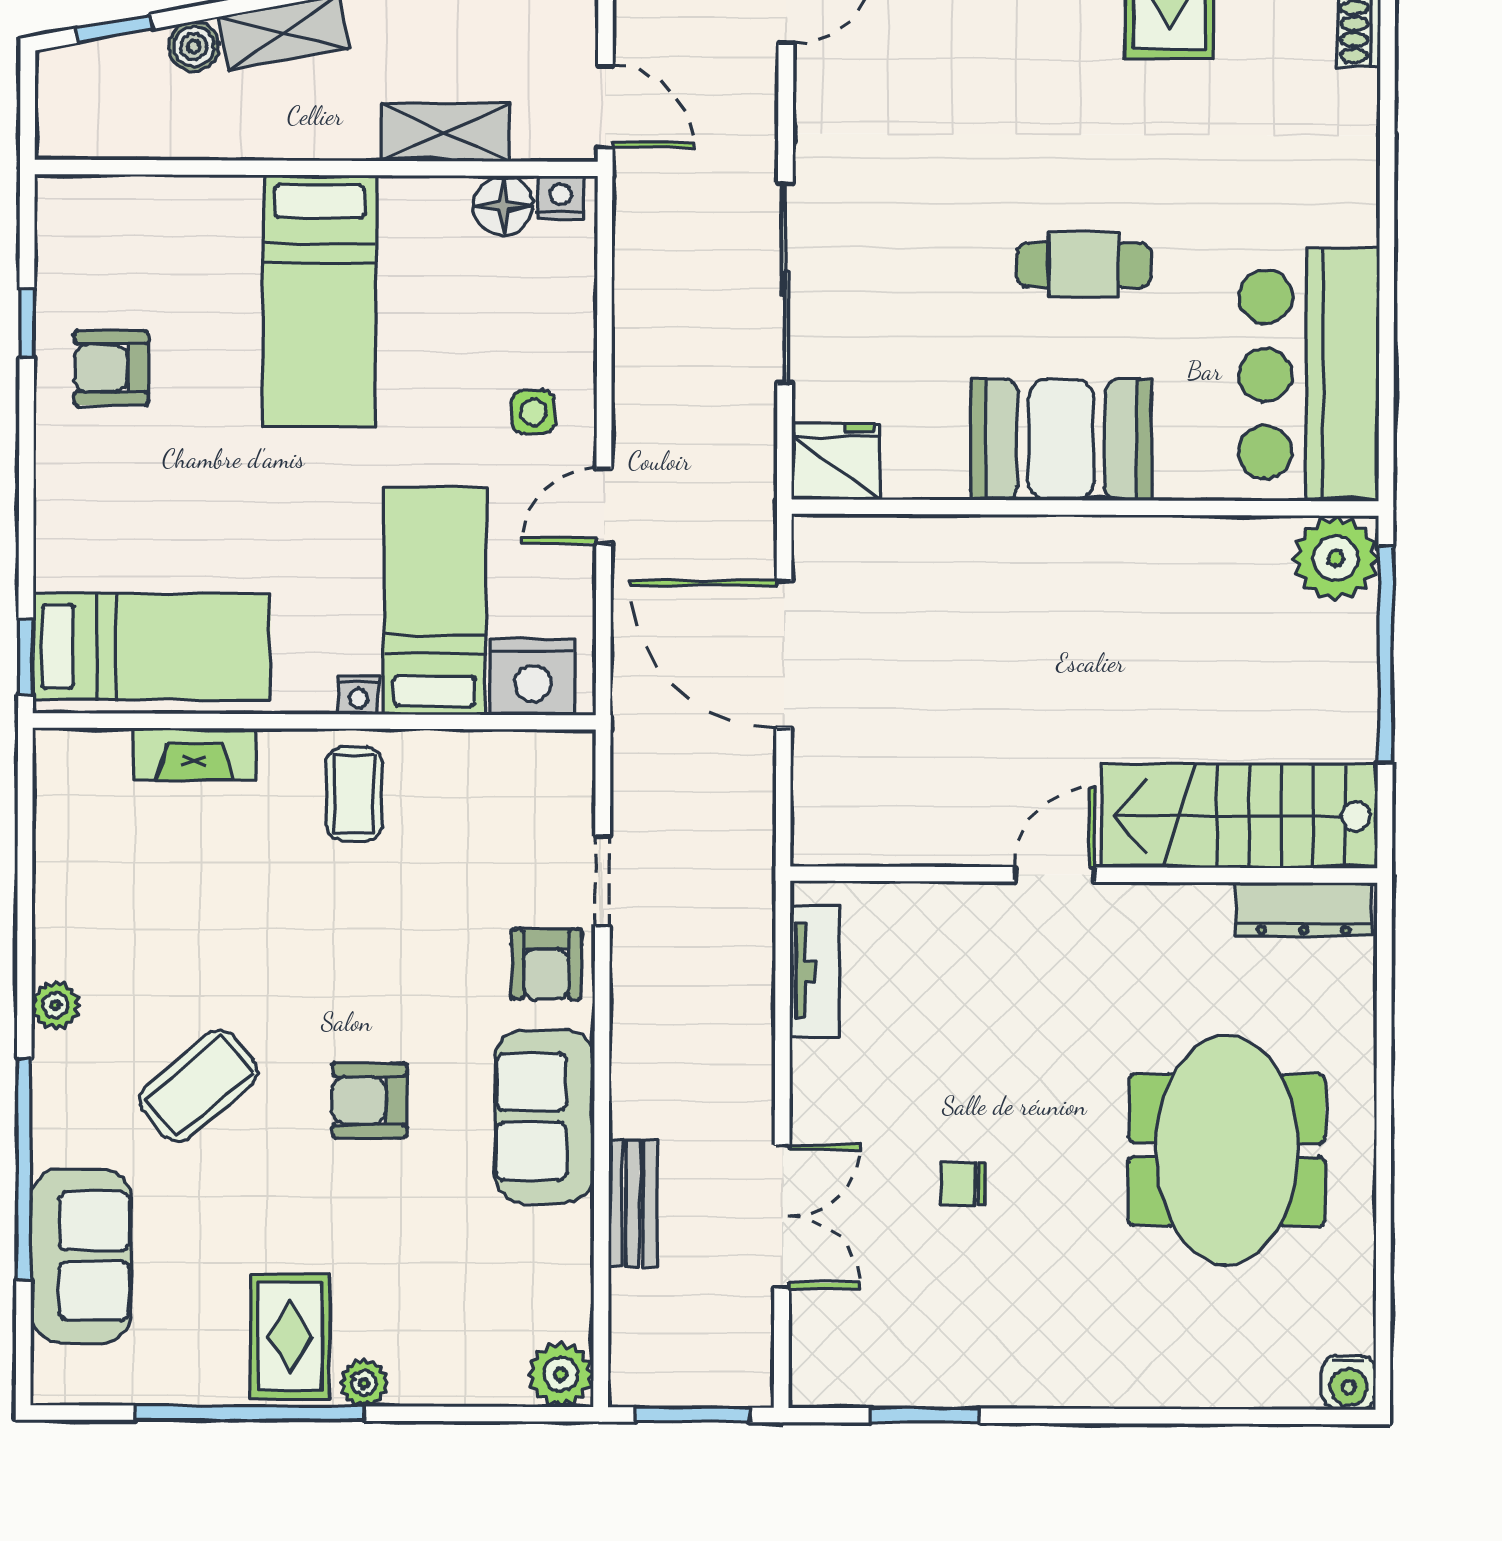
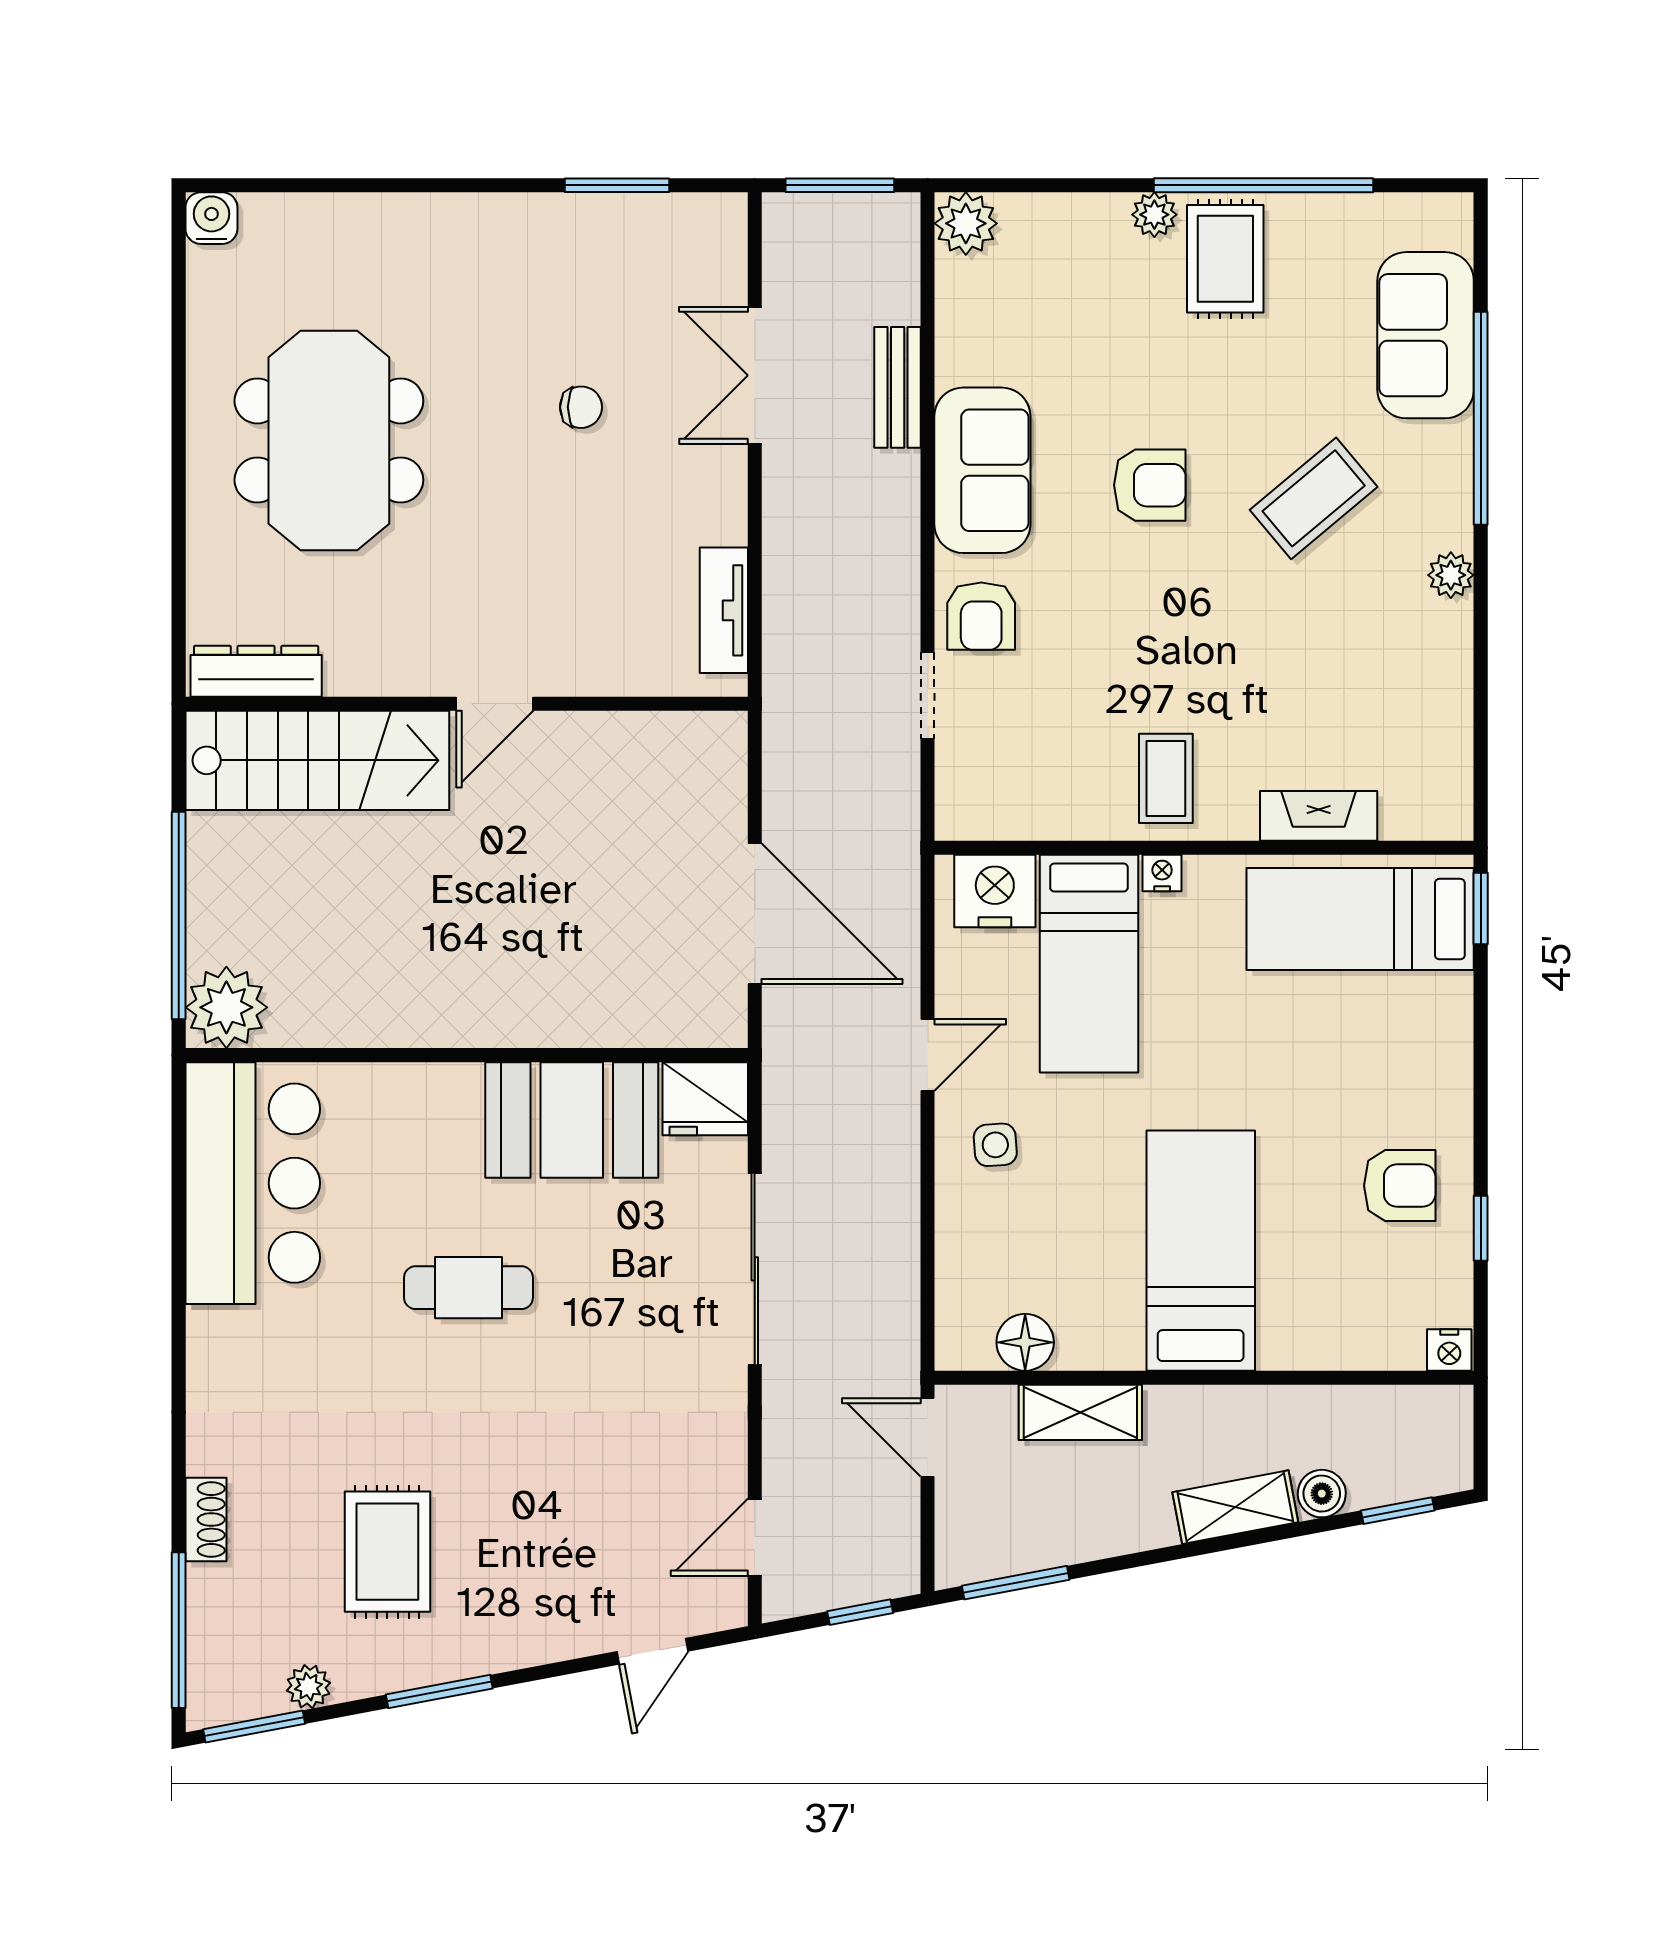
nightstand: (561, 198) -> (1449, 1350), moved
booth: (1061, 440) -> (572, 1120), moved
armchair: (546, 964) -> (981, 616), turned 180

